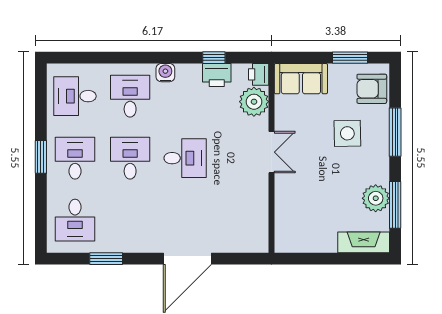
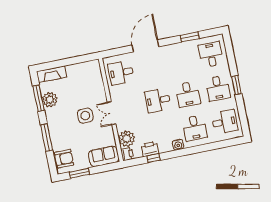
side table: (347, 133) -> (85, 116), moved
desk: (240, 220) -> (121, 73), added

